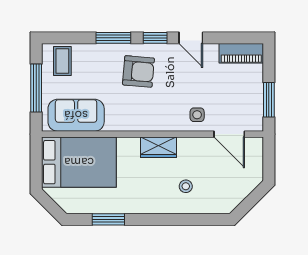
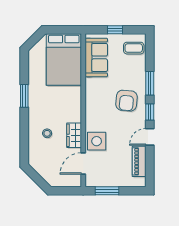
piano: (241, 53) -> (139, 161), moved
window: (36, 88) -> (115, 30), width x0.46
side table: (197, 115) -> (97, 141), width x1.87, depth x1.87
wardrobe: (158, 147) -> (74, 135), moved
window: (108, 219) -> (24, 96), moved

